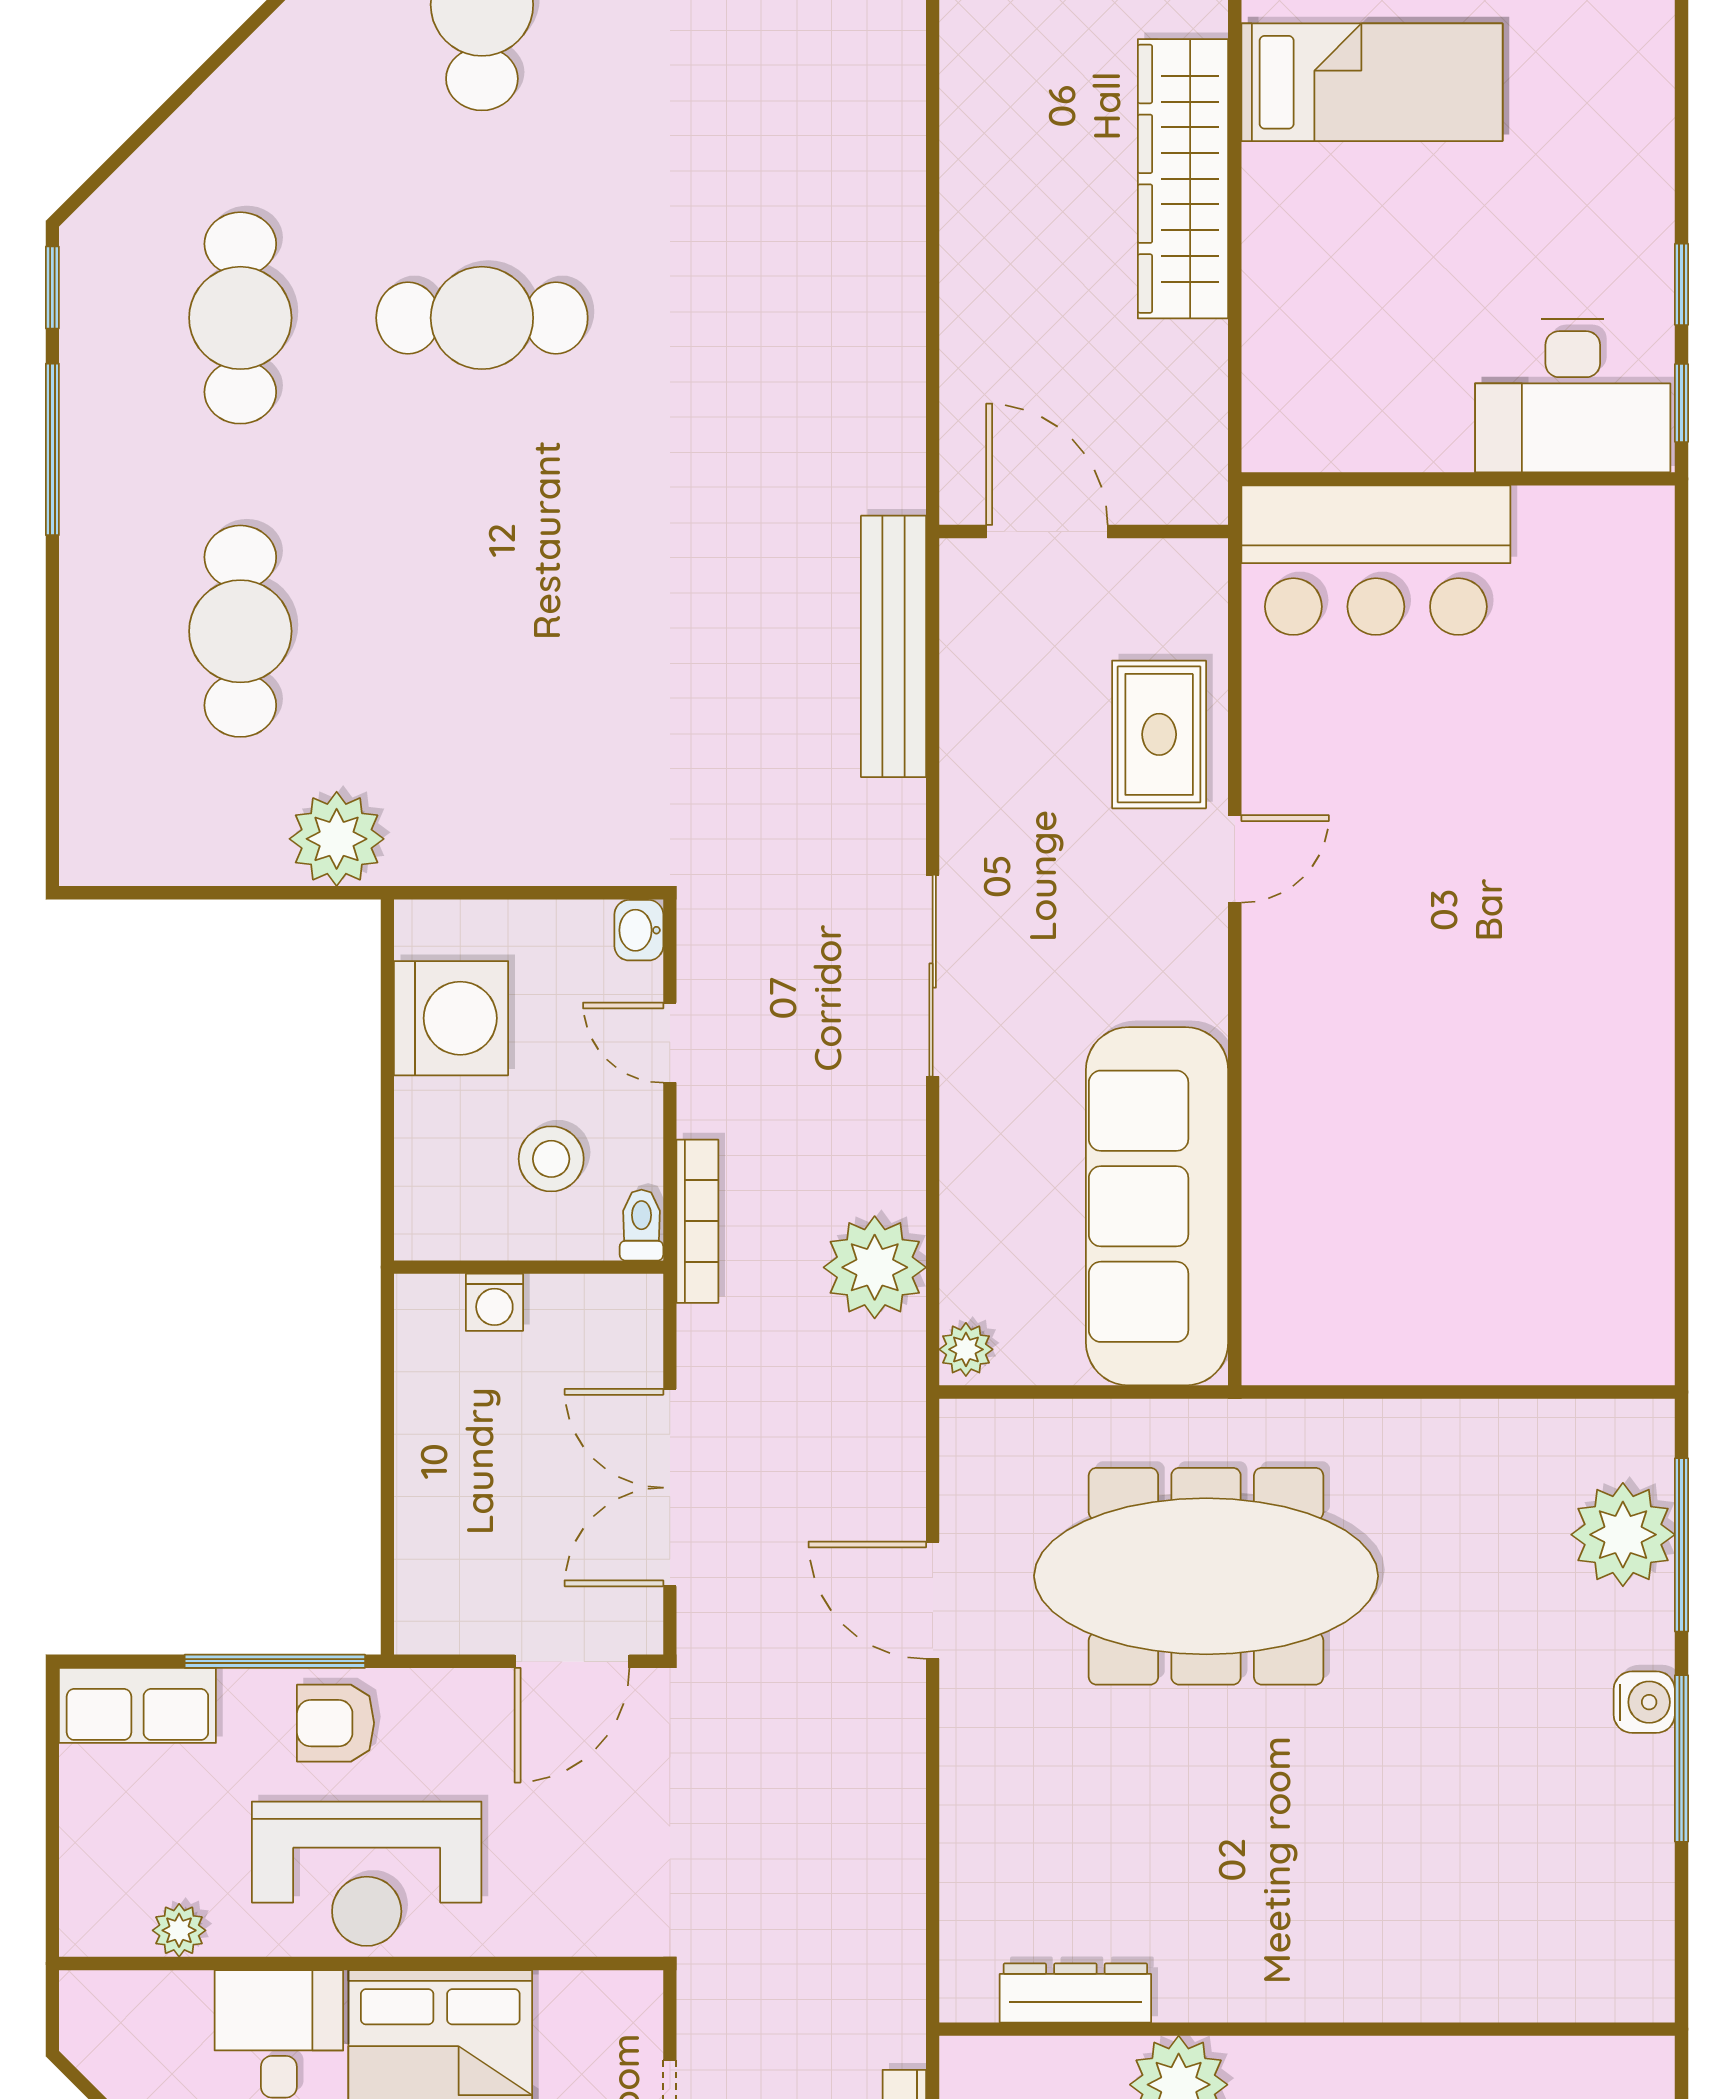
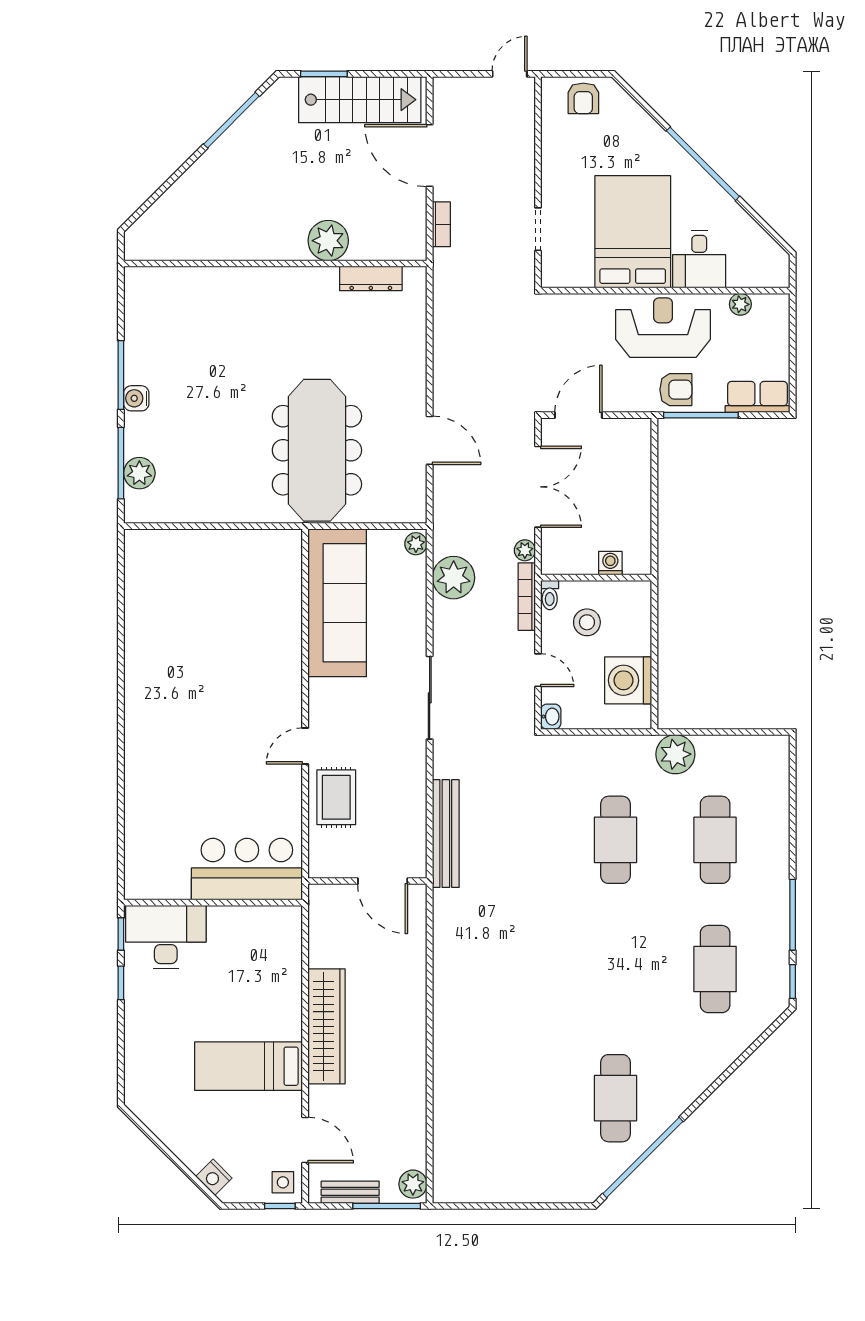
cafe table: (482, 318) -> (615, 840), moved, turned 90
plant: (702, 1334) -> (525, 550), added
plant: (1623, 1535) -> (139, 473), width x0.73, depth x0.73
meeting table: (1206, 1576) -> (317, 450), turned 90

